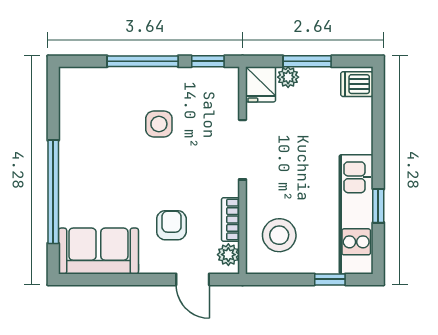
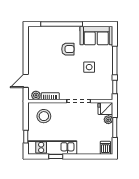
armchair: (171, 225) -> (68, 49), moved
sofa: (98, 251) -> (96, 36), moved, turned 90

